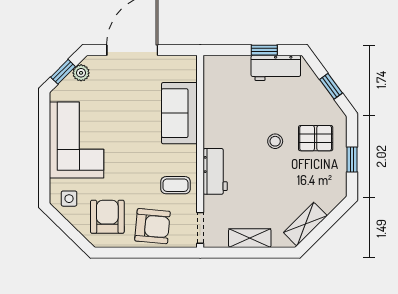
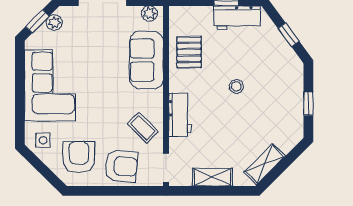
plant: (182, 63) -> (149, 14), added
pallet: (316, 138) -> (189, 52), moved, turned 90
coffee table: (176, 185) -> (143, 128), turned 45

